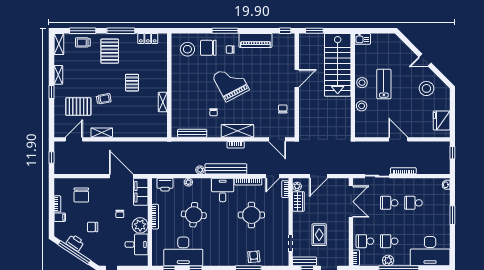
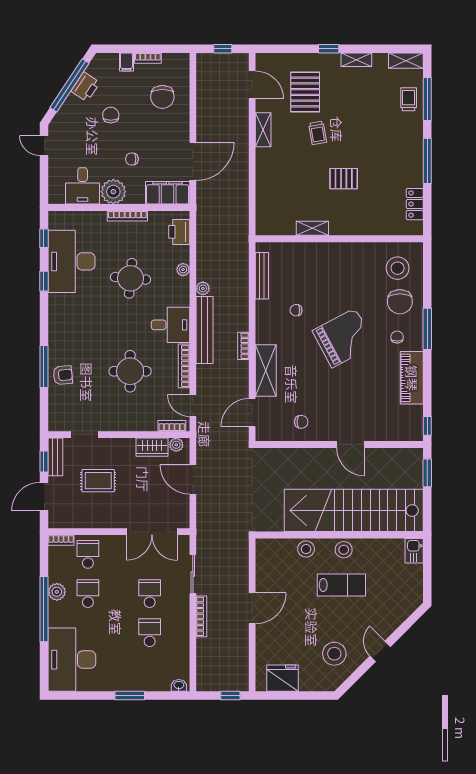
chair: (208, 48) -> (400, 302), turned 180
pallet: (110, 51) -> (394, 143), removed
stairs: (338, 65) -> (354, 510), width x1.36
shelving: (237, 131) -> (266, 371), moved
chair: (81, 195) -> (162, 97), turned -90

